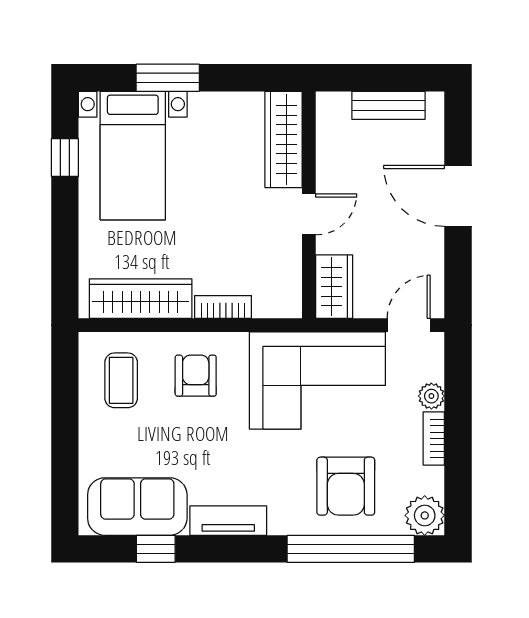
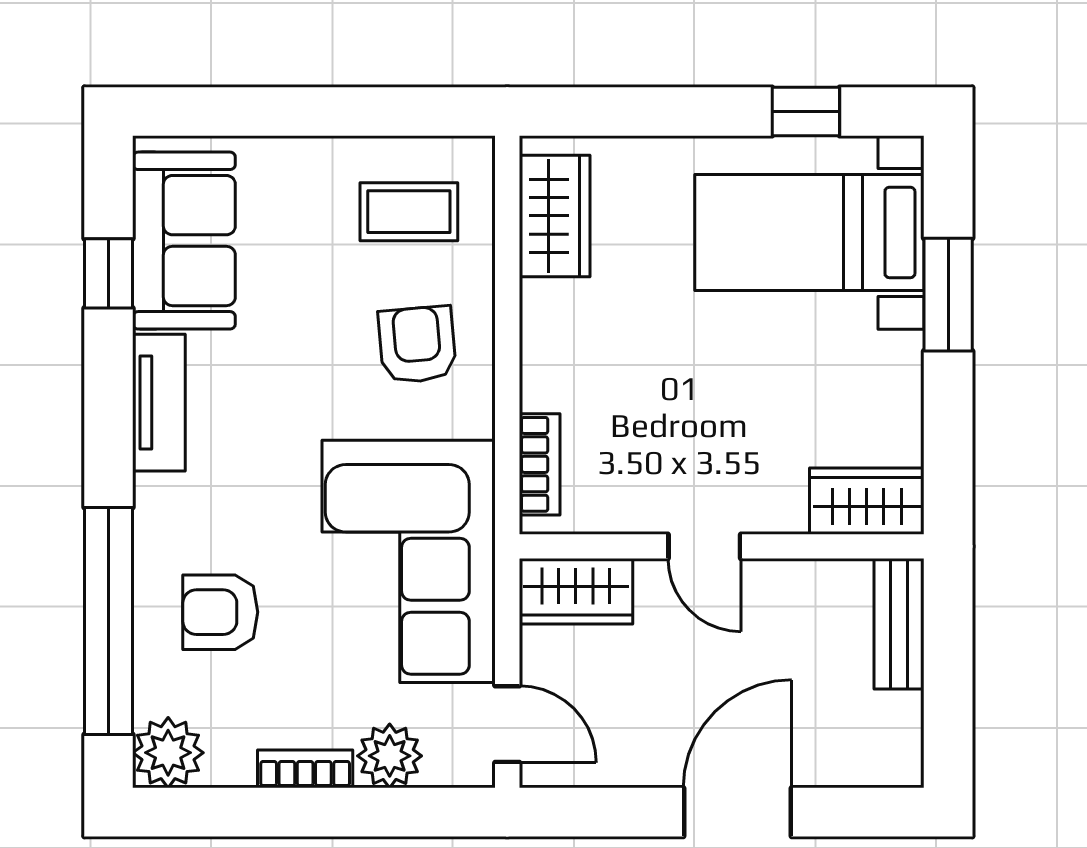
bench: (388, 105) -> (899, 624), moved
wardrobe: (284, 139) -> (867, 501), width x0.67
wardrobe: (141, 299) -> (555, 216), width x0.67
bookcase: (223, 307) -> (540, 464), moved
armchair: (196, 376) -> (417, 345), turned -95
plant: (431, 396) -> (390, 756), width x1.38, depth x1.38
armchair: (346, 486) -> (220, 612), width x0.72, depth x0.72

